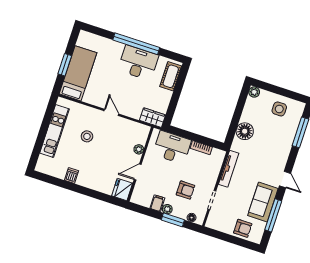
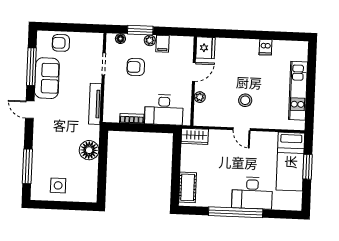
desk: (138, 63) -> (252, 193), moved
plant: (254, 92) -> (91, 196), removed
stool: (87, 136) -> (245, 100), moved

